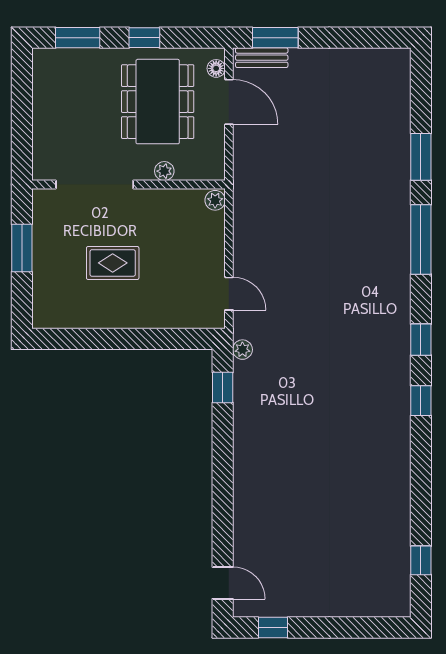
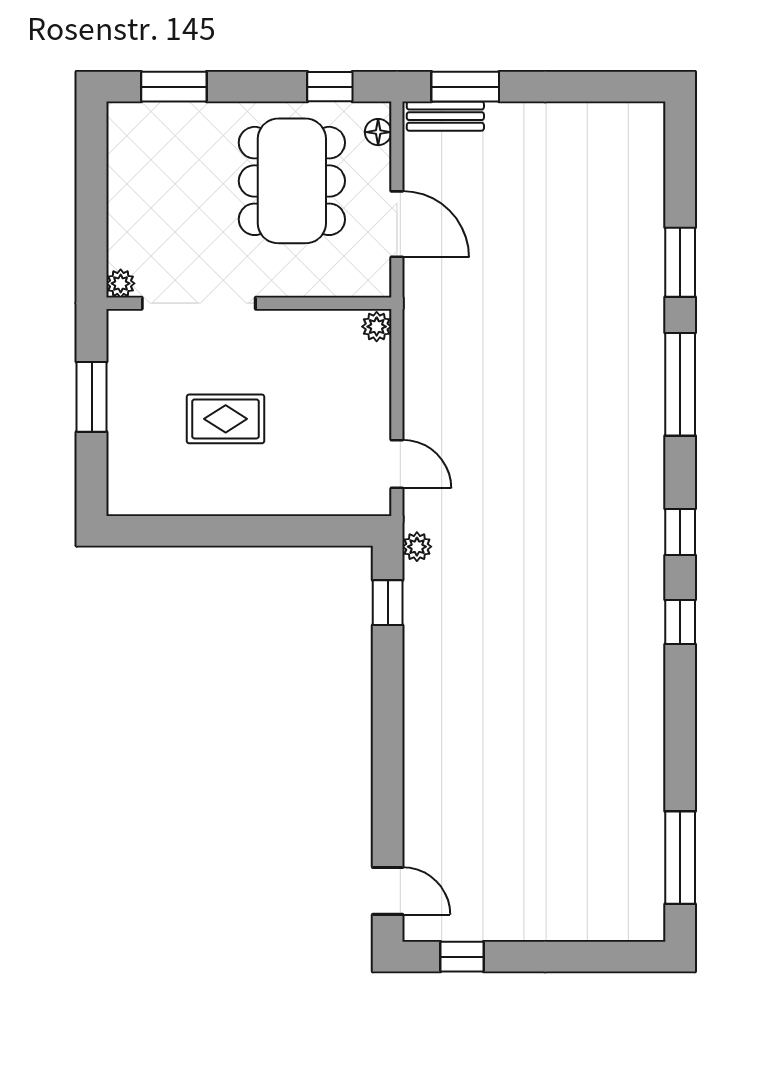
window: (144, 38) -> (330, 87), moved
door: (229, 102) -> (397, 224), moved
plant: (164, 171) -> (121, 283), moved
window: (421, 560) -> (680, 858), width x2.17

